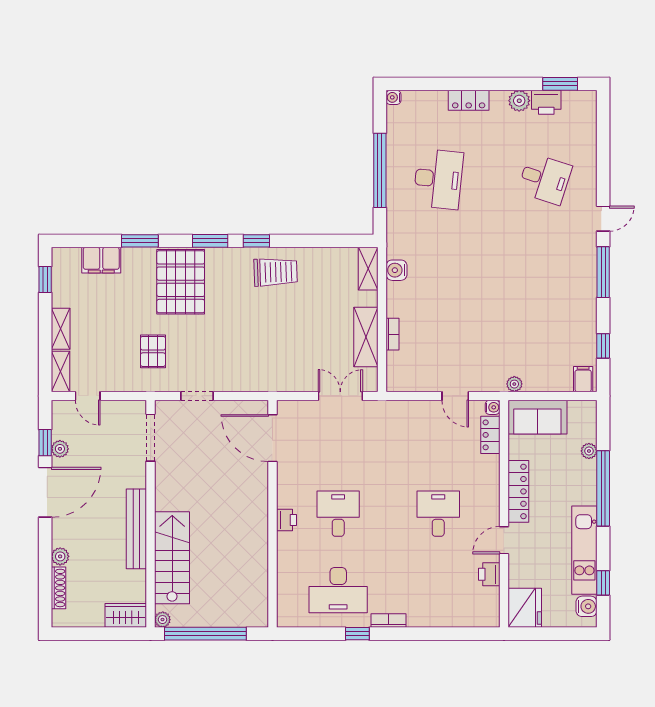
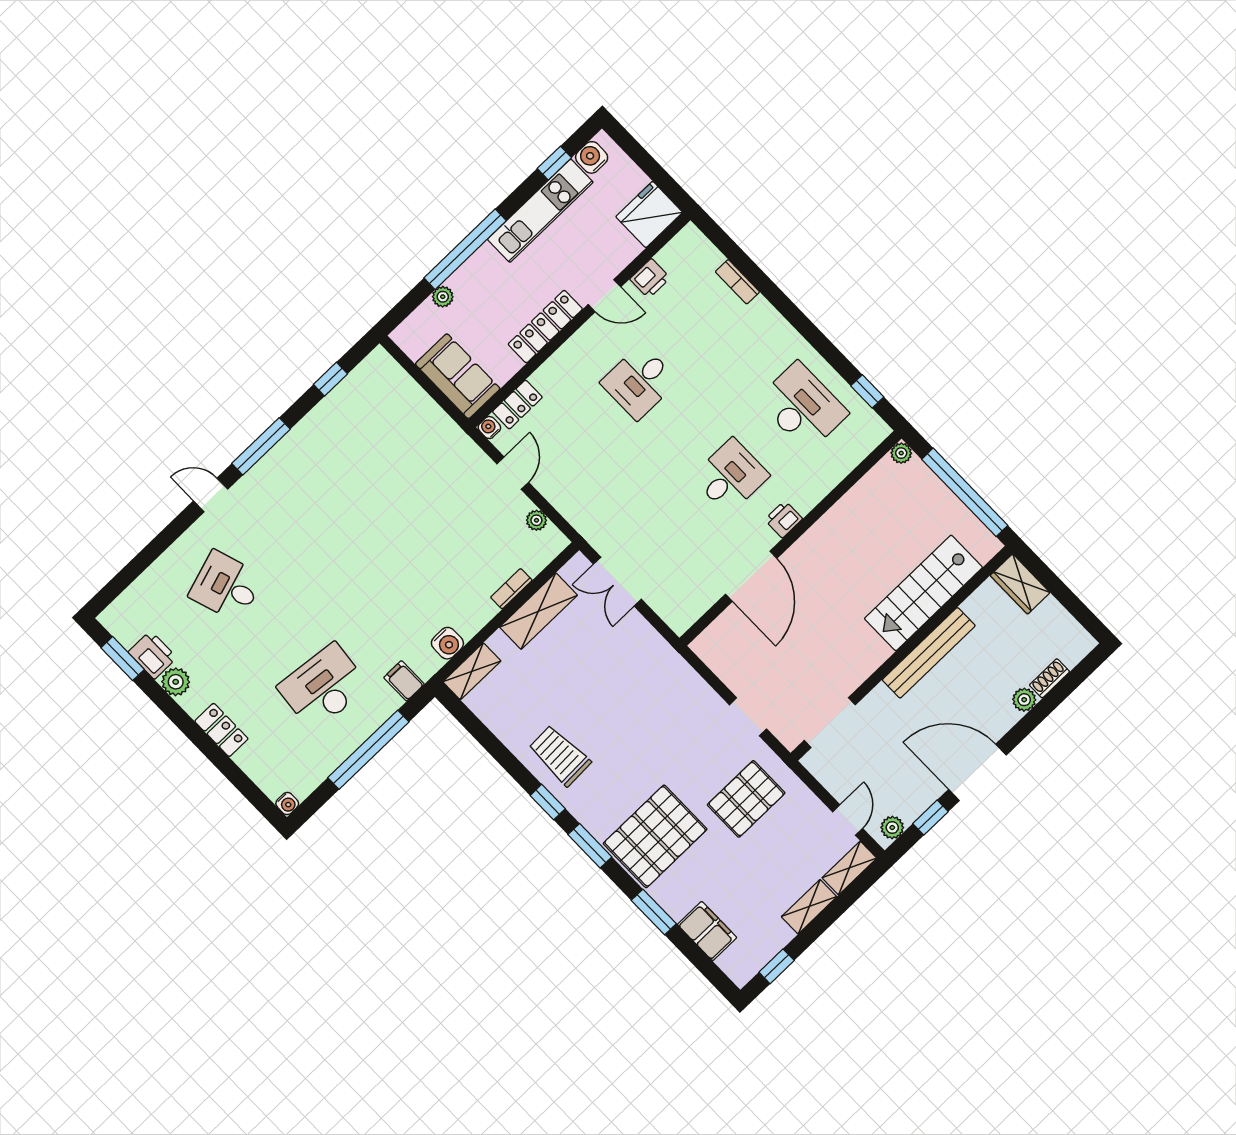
desk: (545, 179) -> (226, 586), turned -36
pallet: (153, 351) -> (746, 799), width x1.50, depth x1.42
filing cabinet: (583, 379) -> (404, 681), moved, turned 90
plant: (514, 384) -> (536, 520), moved
door: (272, 438) -> (751, 576), moved
plant: (60, 449) -> (892, 828), moved
desk: (338, 514) -> (731, 476), turned 180
shoe rack: (58, 588) -> (1050, 678), width x0.70
plant: (163, 620) -> (901, 453), moved
bookcase: (389, 620) -> (737, 282), moved
window: (357, 634) -> (867, 391), moved

